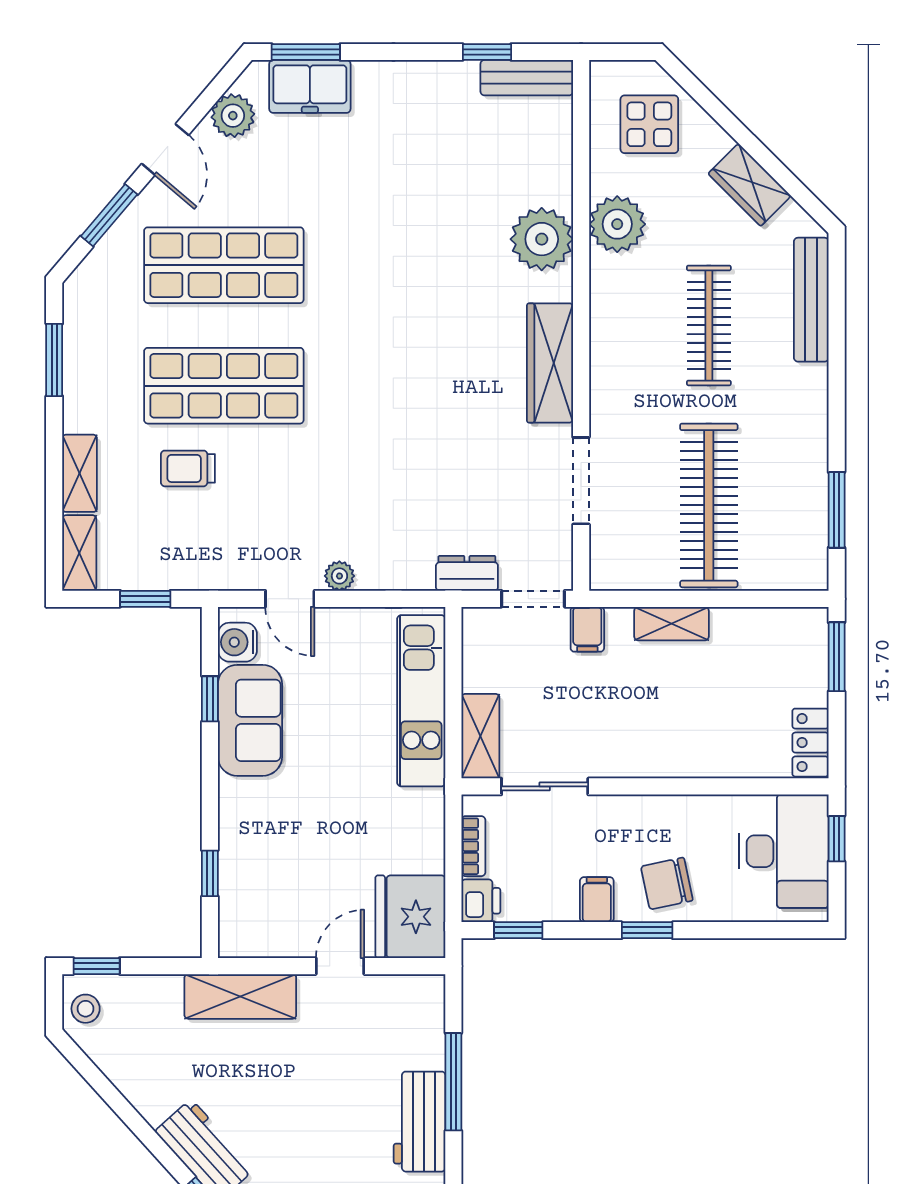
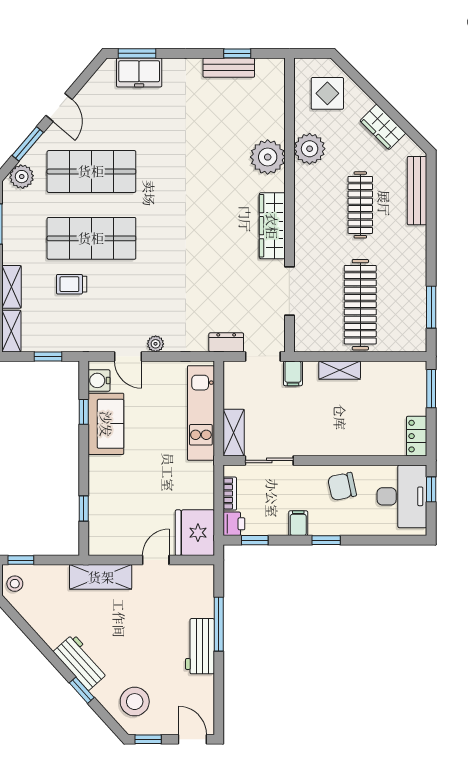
bench: (527, 78) -> (229, 68), moved
plant: (233, 116) -> (22, 177), moved
chair: (667, 883) -> (342, 486), moved

